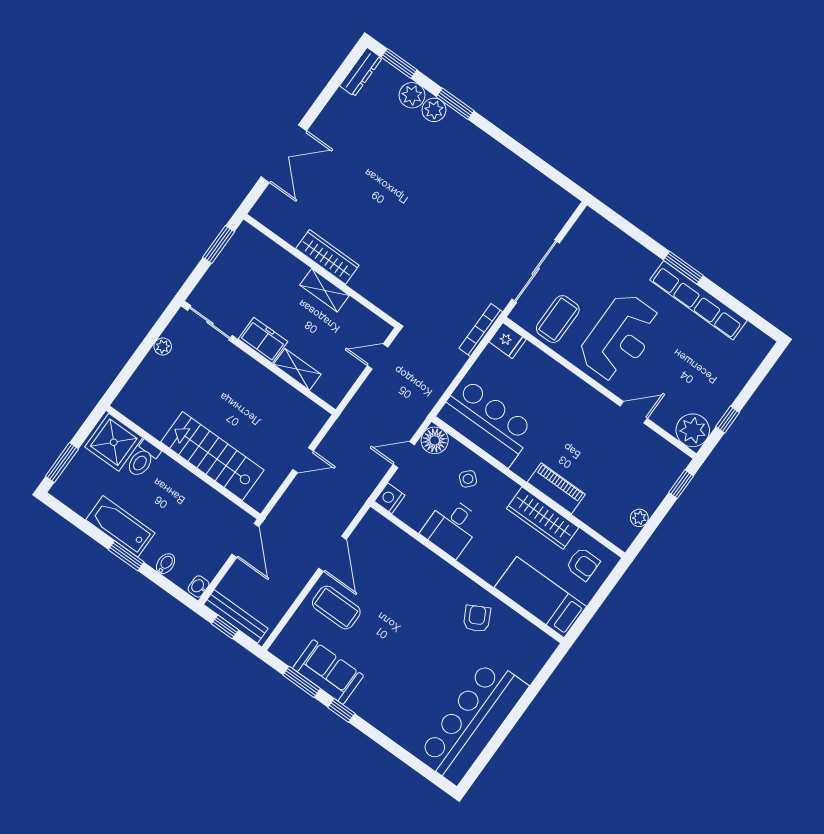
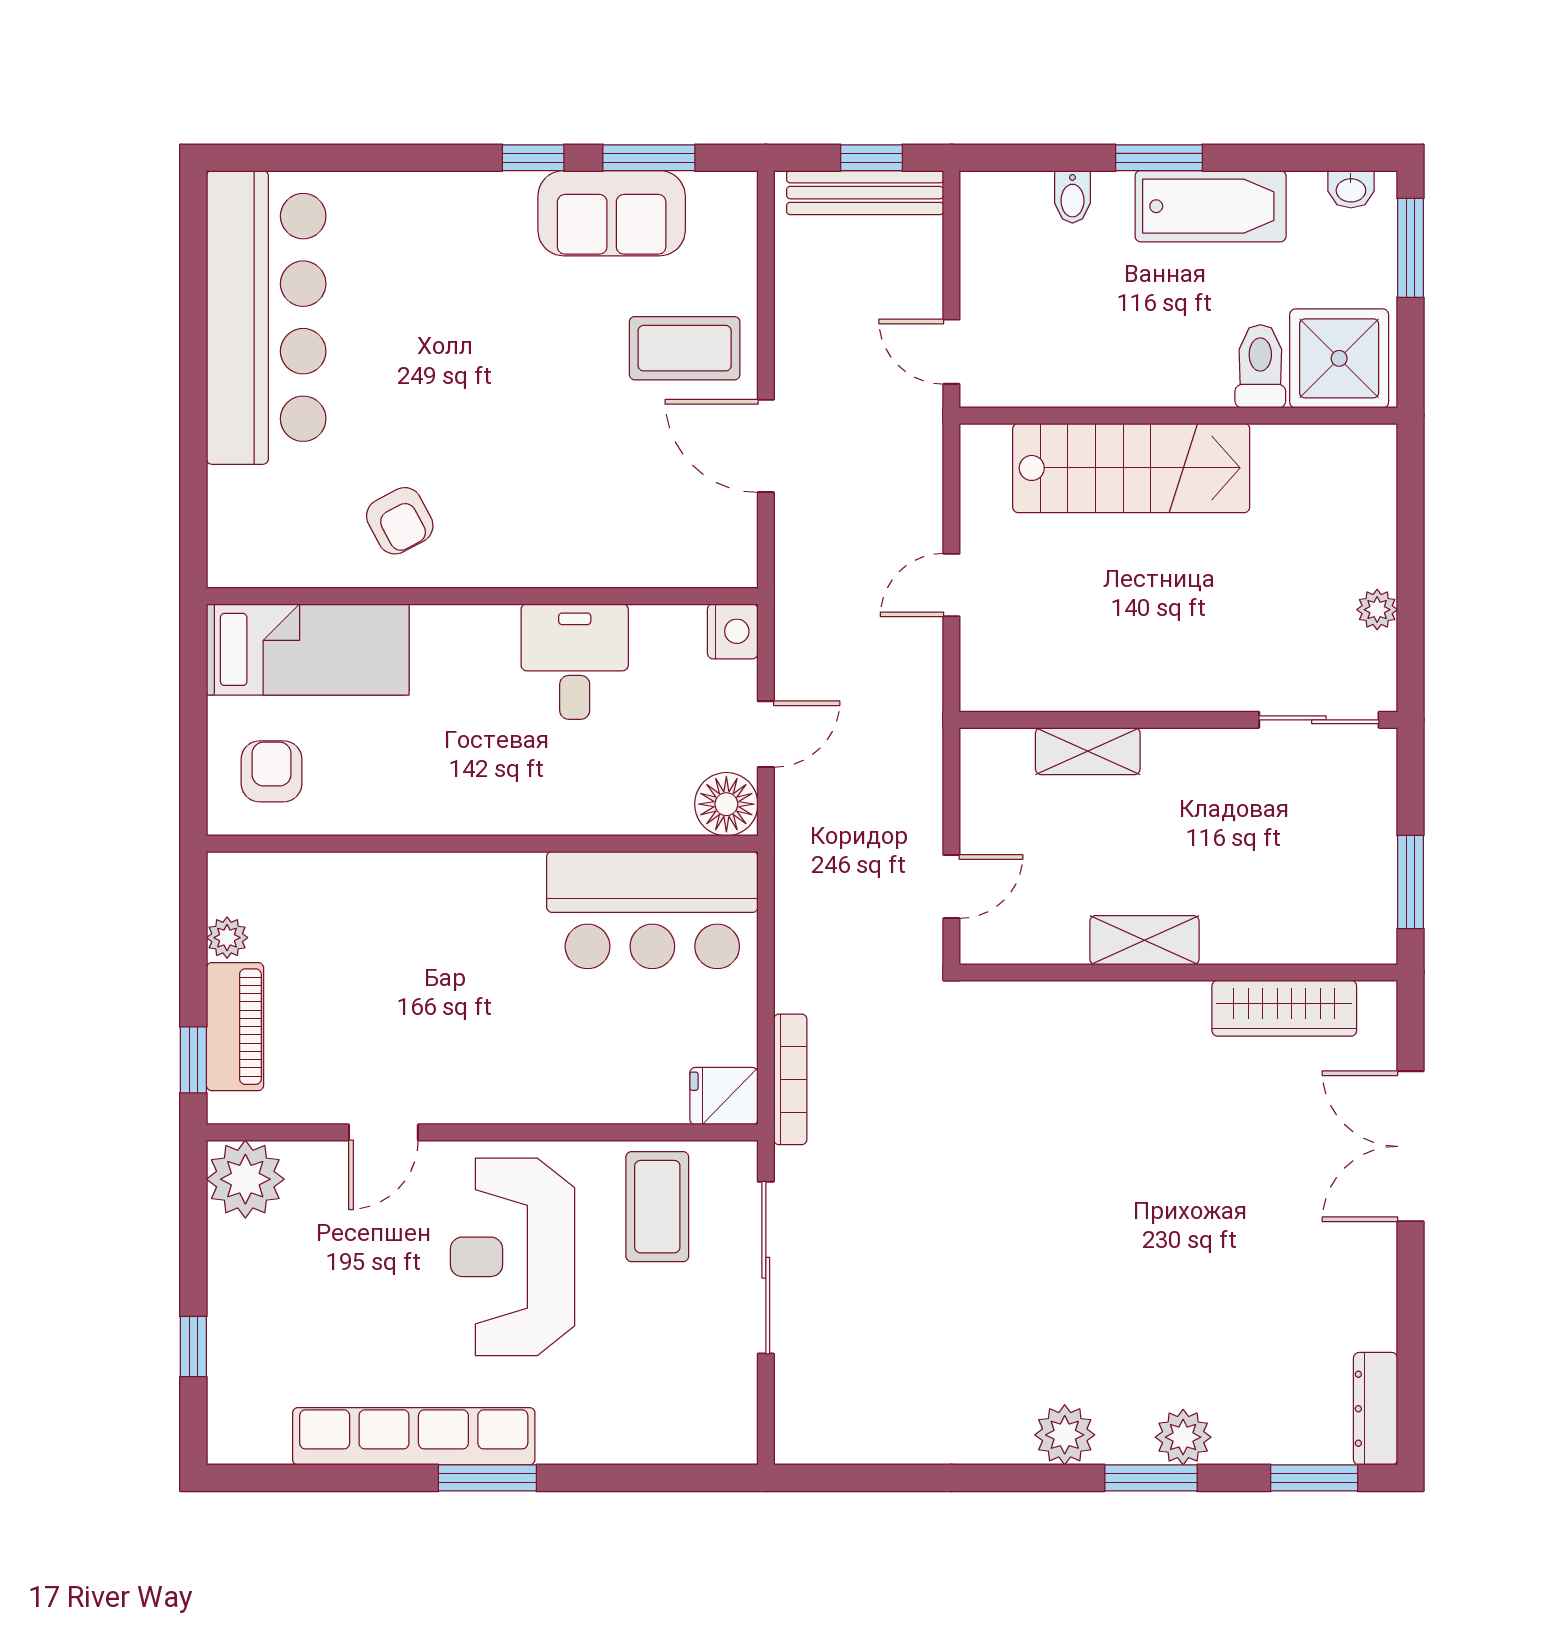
plant: (412, 95) -> (1065, 1435), moved
wardrobe: (327, 257) -> (1284, 1008), moved
freezer: (263, 340) -> (1193, 760), removed
window: (728, 419) -> (193, 1346), moved
side table: (468, 479) -> (609, 776), removed
piano: (556, 488) -> (235, 1027), moved, turned -90
wardrobe: (543, 518) -> (412, 804), removed
door: (245, 540) -> (951, 352), width x0.73
armchair: (583, 564) -> (272, 771), turned 90
washbasin: (199, 586) -> (1351, 189), moved, turned 90

